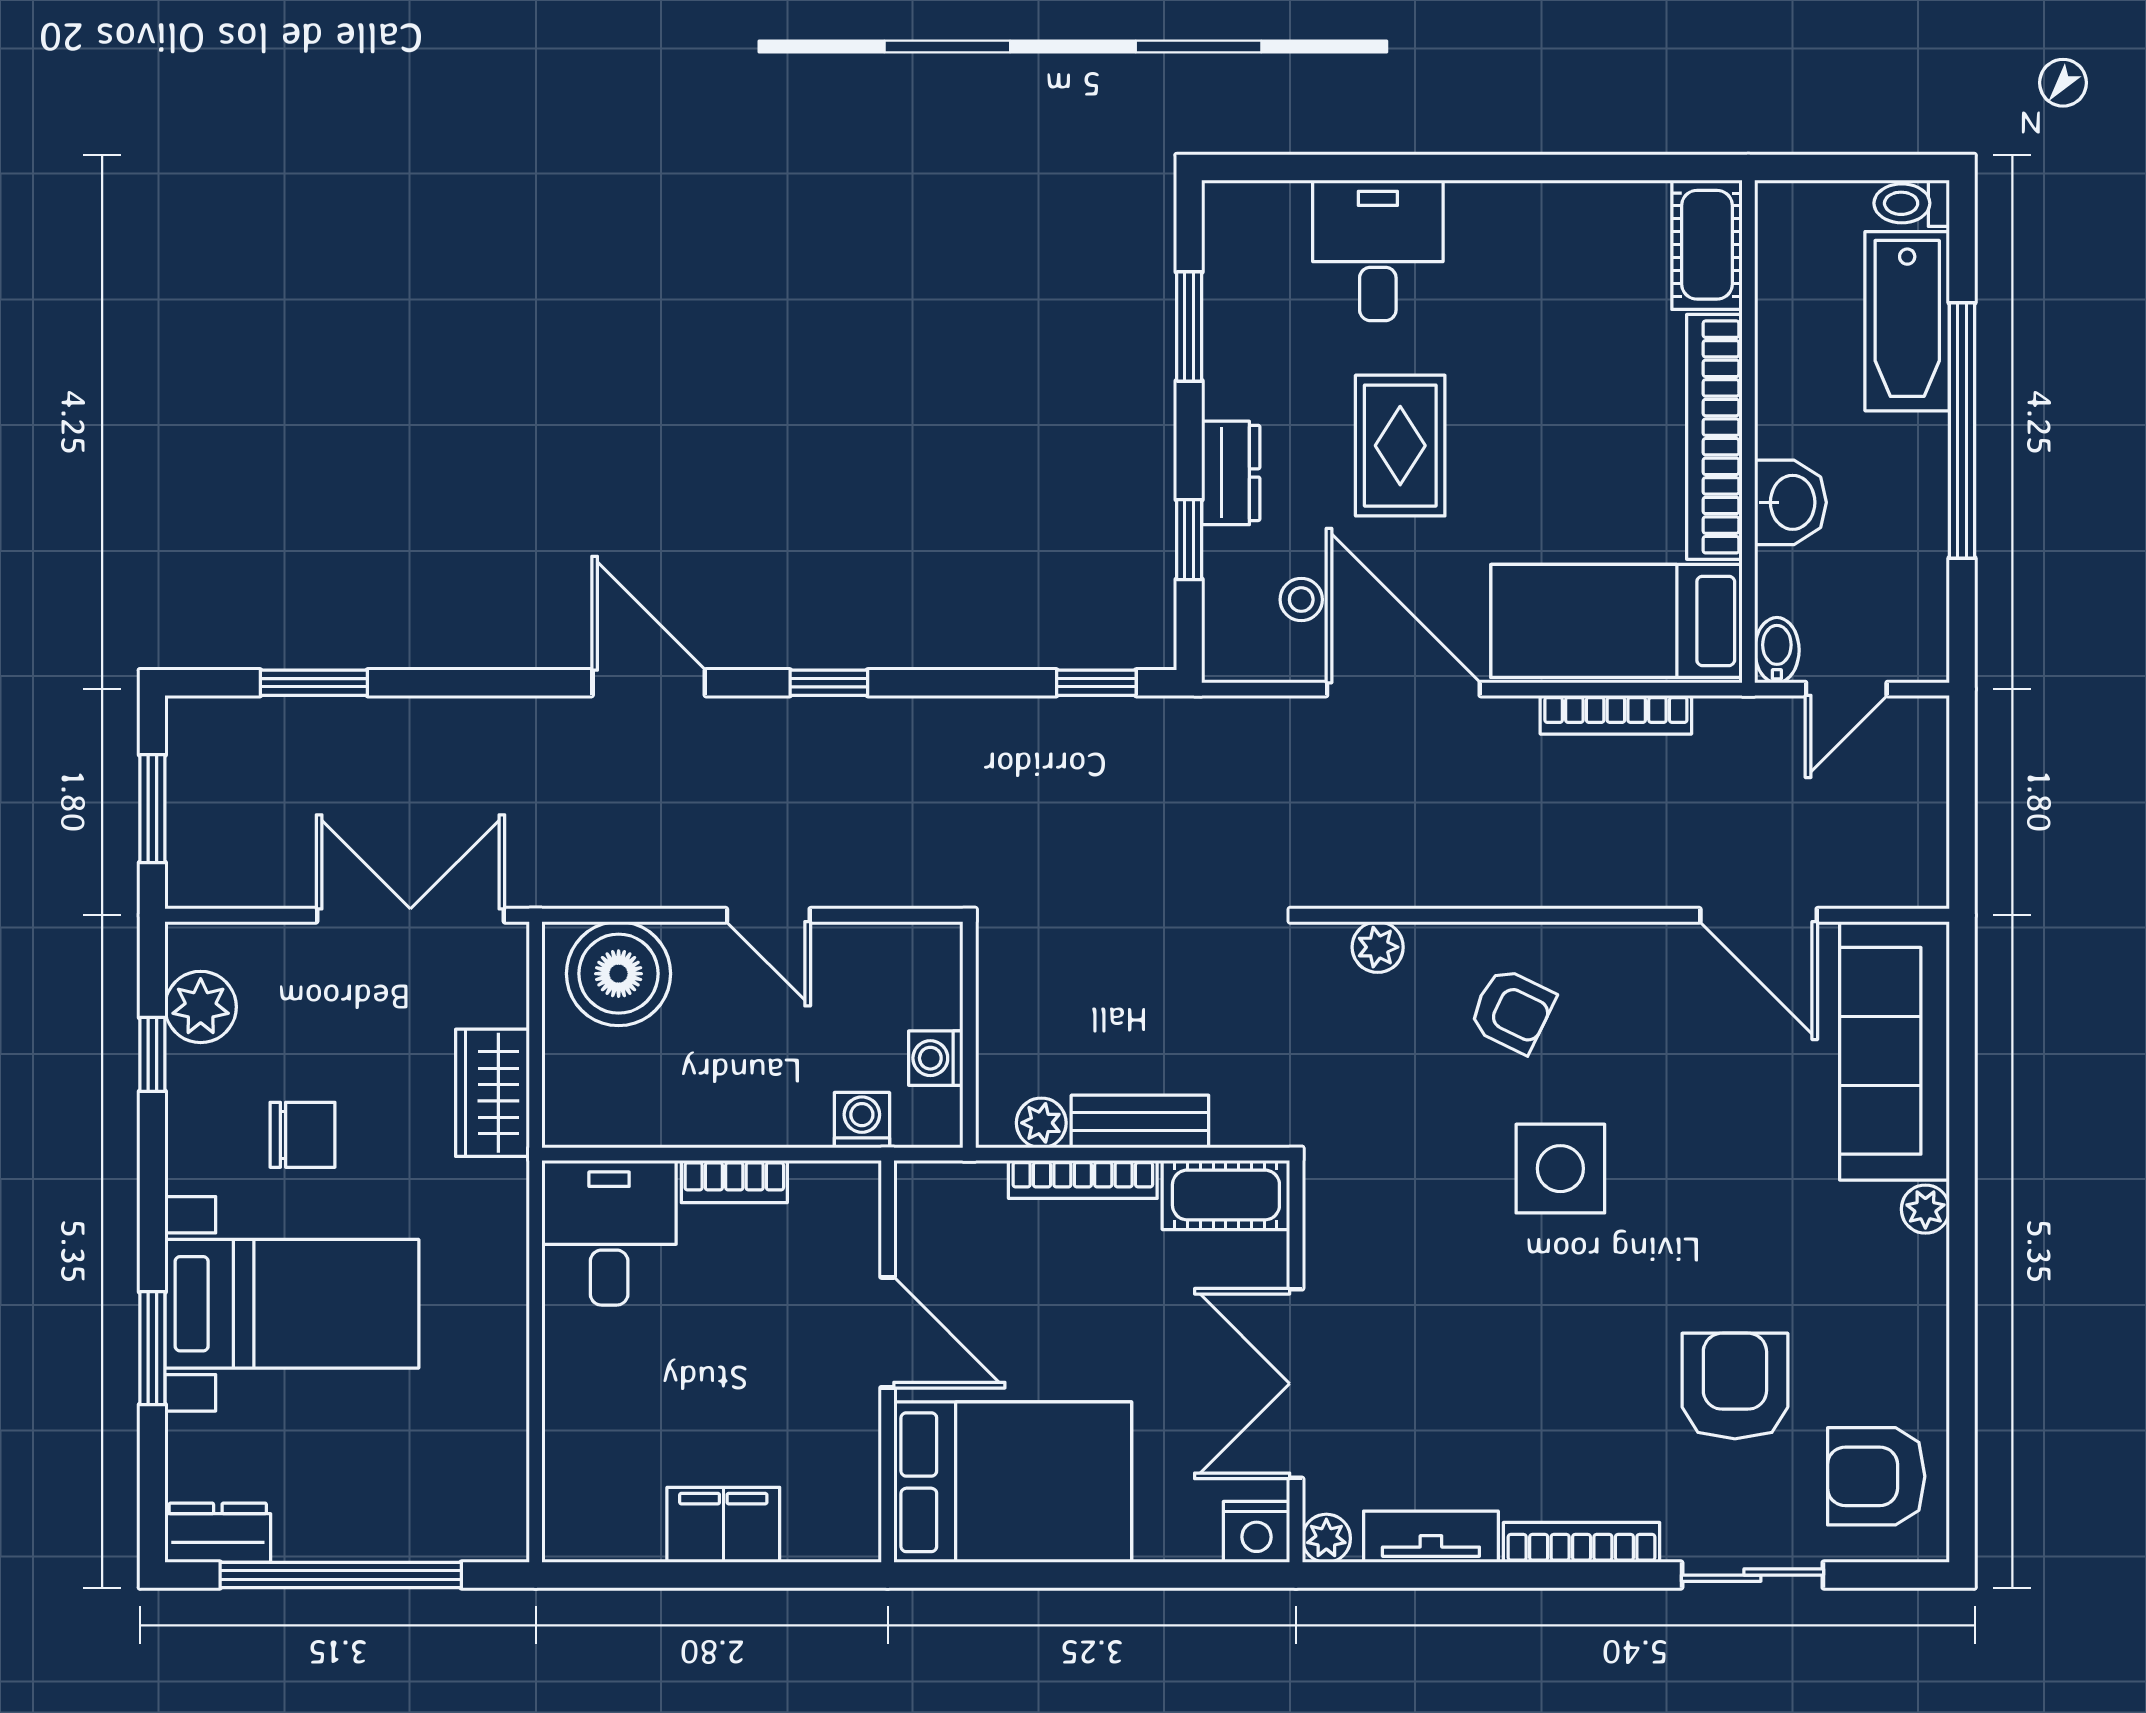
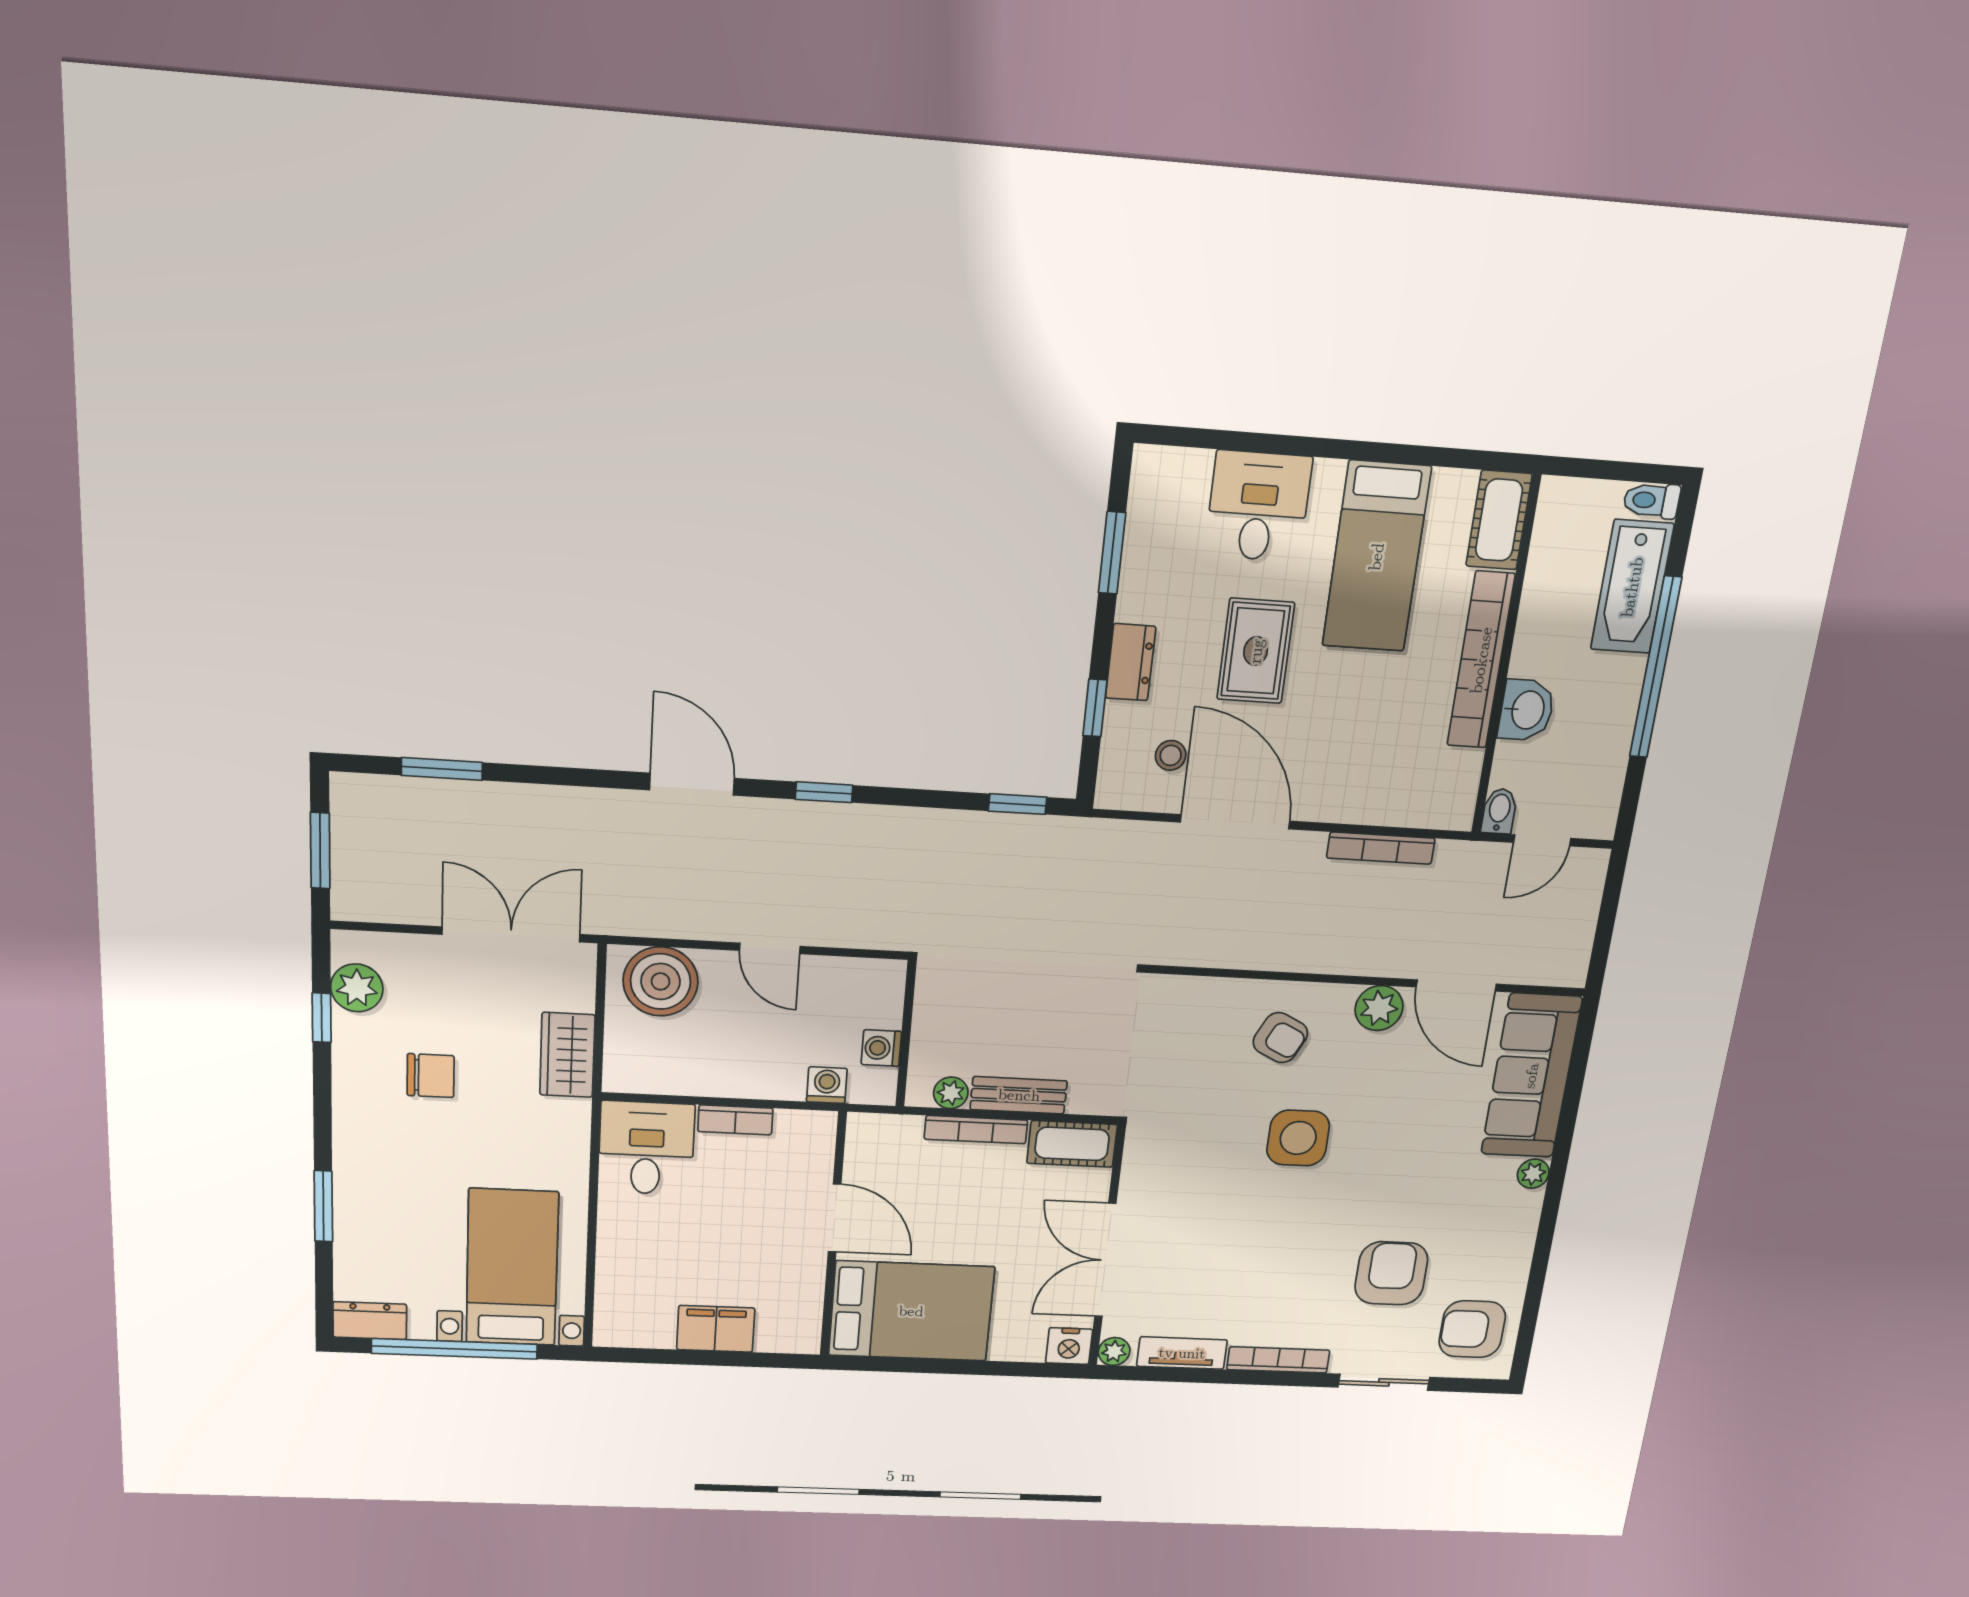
bed: (1616, 621) -> (1376, 557), moved, turned -90
plant: (1378, 947) -> (1379, 1008), moved, width x1.38, depth x1.38
bed with nightstands: (292, 1304) -> (512, 1268), moved, turned -90

